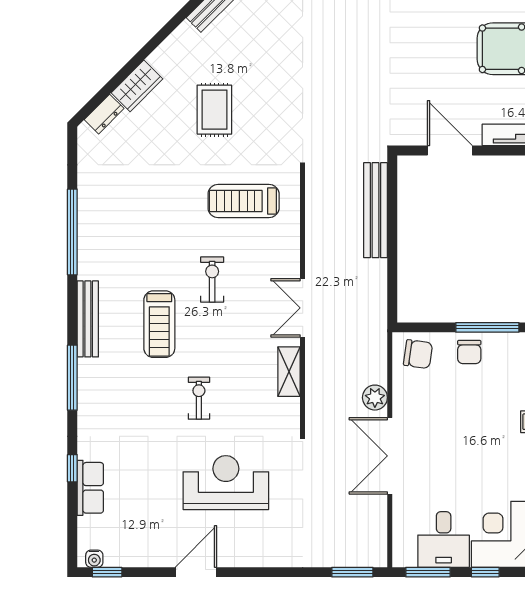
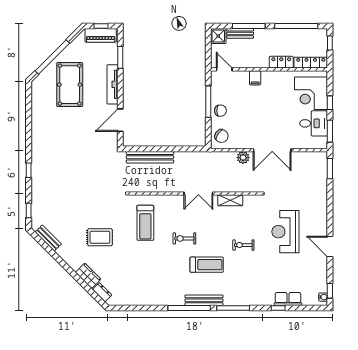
window: (72, 232) -> (189, 308), moved
chair: (418, 354) -> (221, 136), turned 117

